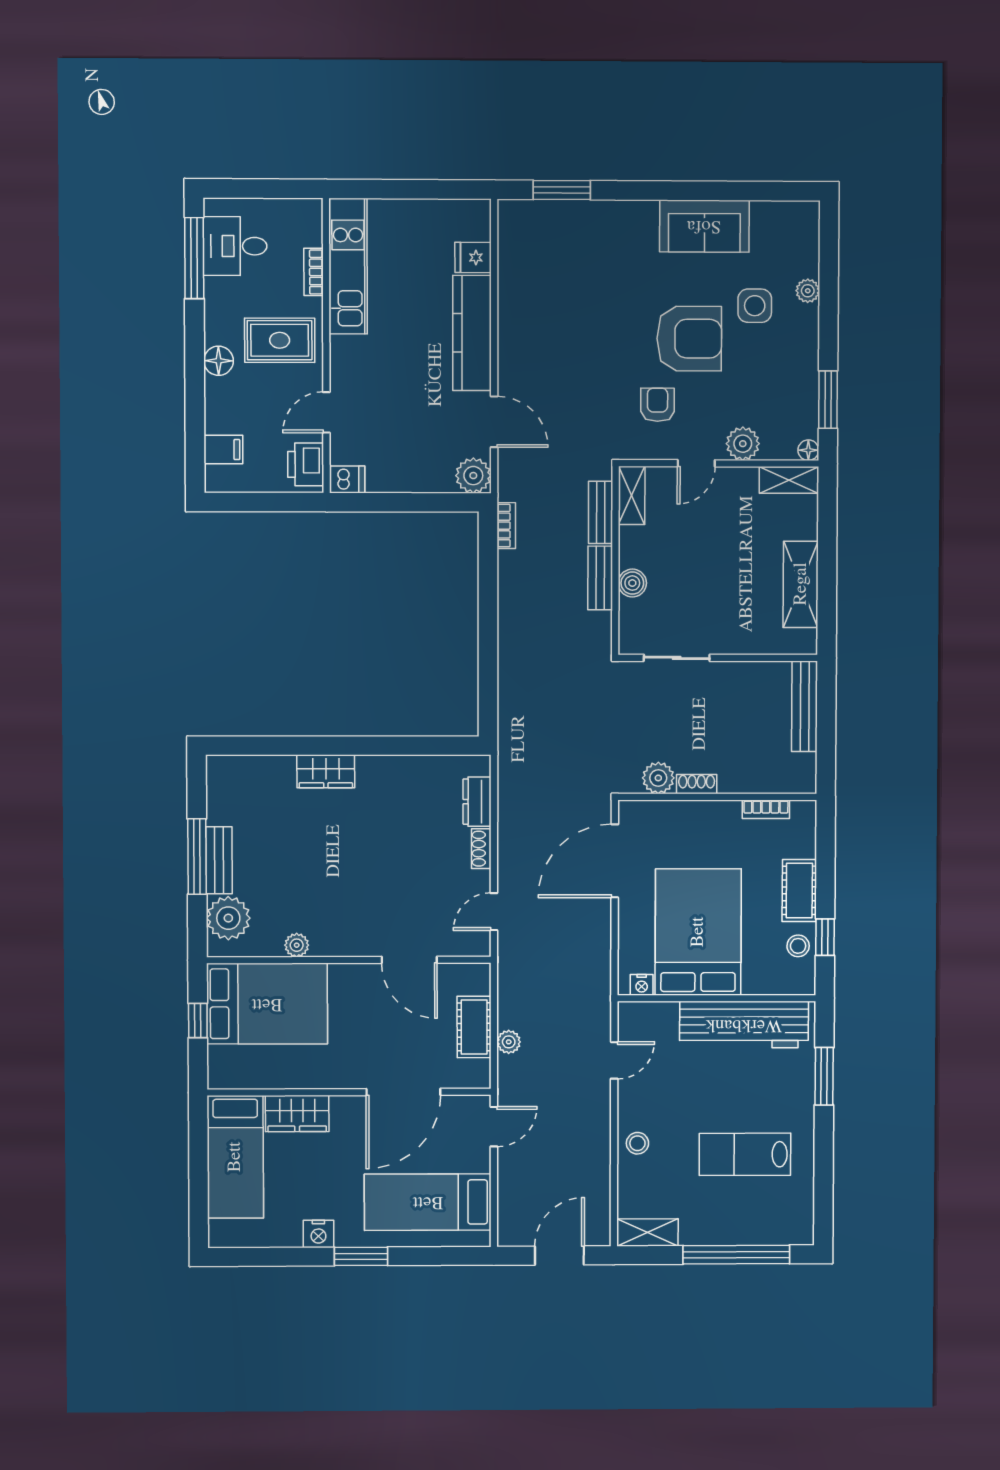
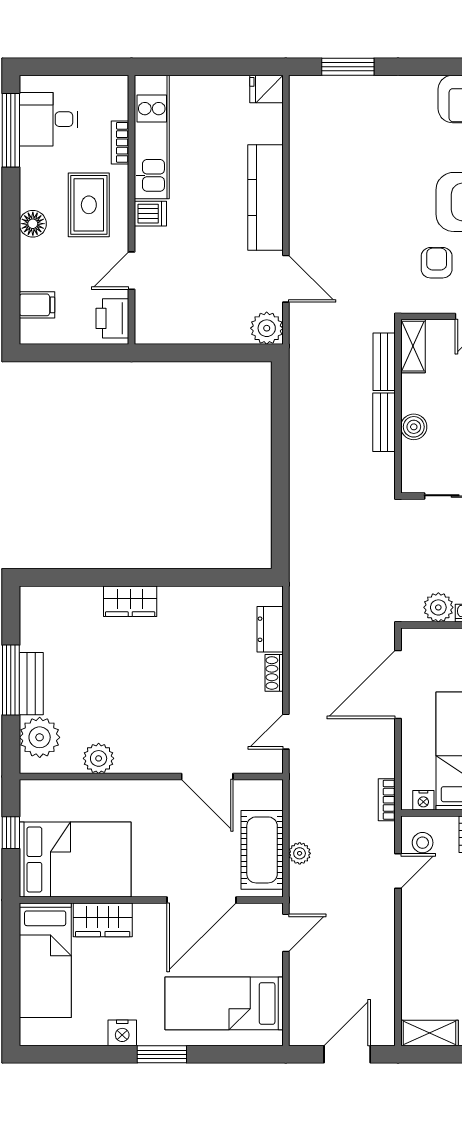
fridge: (473, 257) -> (266, 89), moved
rug: (280, 340) -> (89, 205), turned 90
dishwasher: (347, 479) -> (150, 214), moved
bookcase: (506, 526) -> (387, 800), moved, turned 180
plant: (297, 945) -> (99, 758), width x1.38, depth x1.38
bed: (267, 1004) -> (75, 859), moved
cot: (474, 1027) -> (262, 850), width x1.37, depth x1.34
stool: (637, 1143) -> (423, 843), moved

